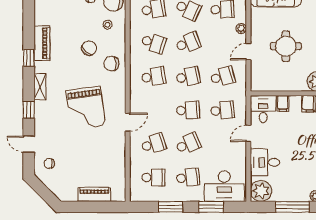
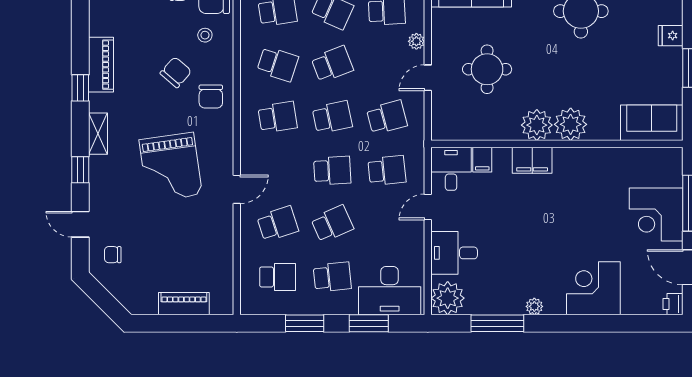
chair: (111, 63) -> (211, 97), turned -90

